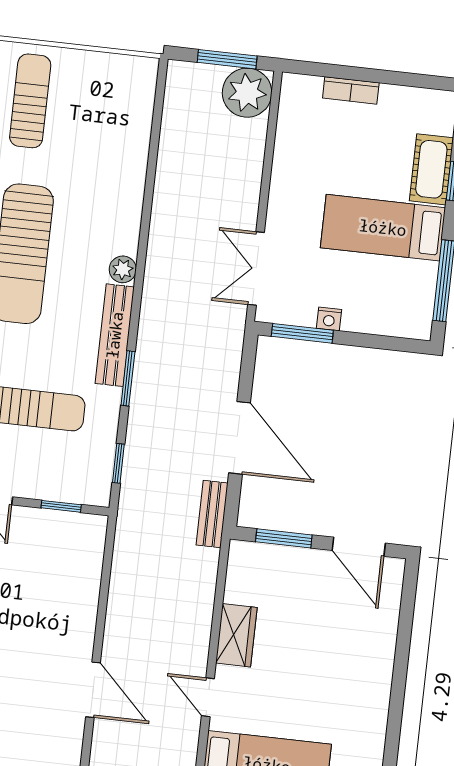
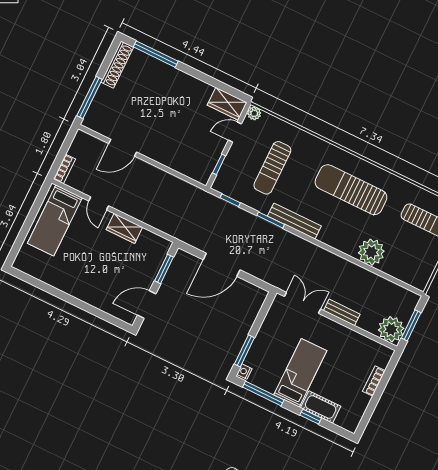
plant: (123, 269) -> (371, 252), moved, width x1.88, depth x1.88
nightstand: (329, 319) -> (244, 372), moved
window: (302, 333) -> (244, 351), moved
bench: (212, 514) -> (342, 312), moved
door: (208, 697) -> (99, 203), swing flipped

